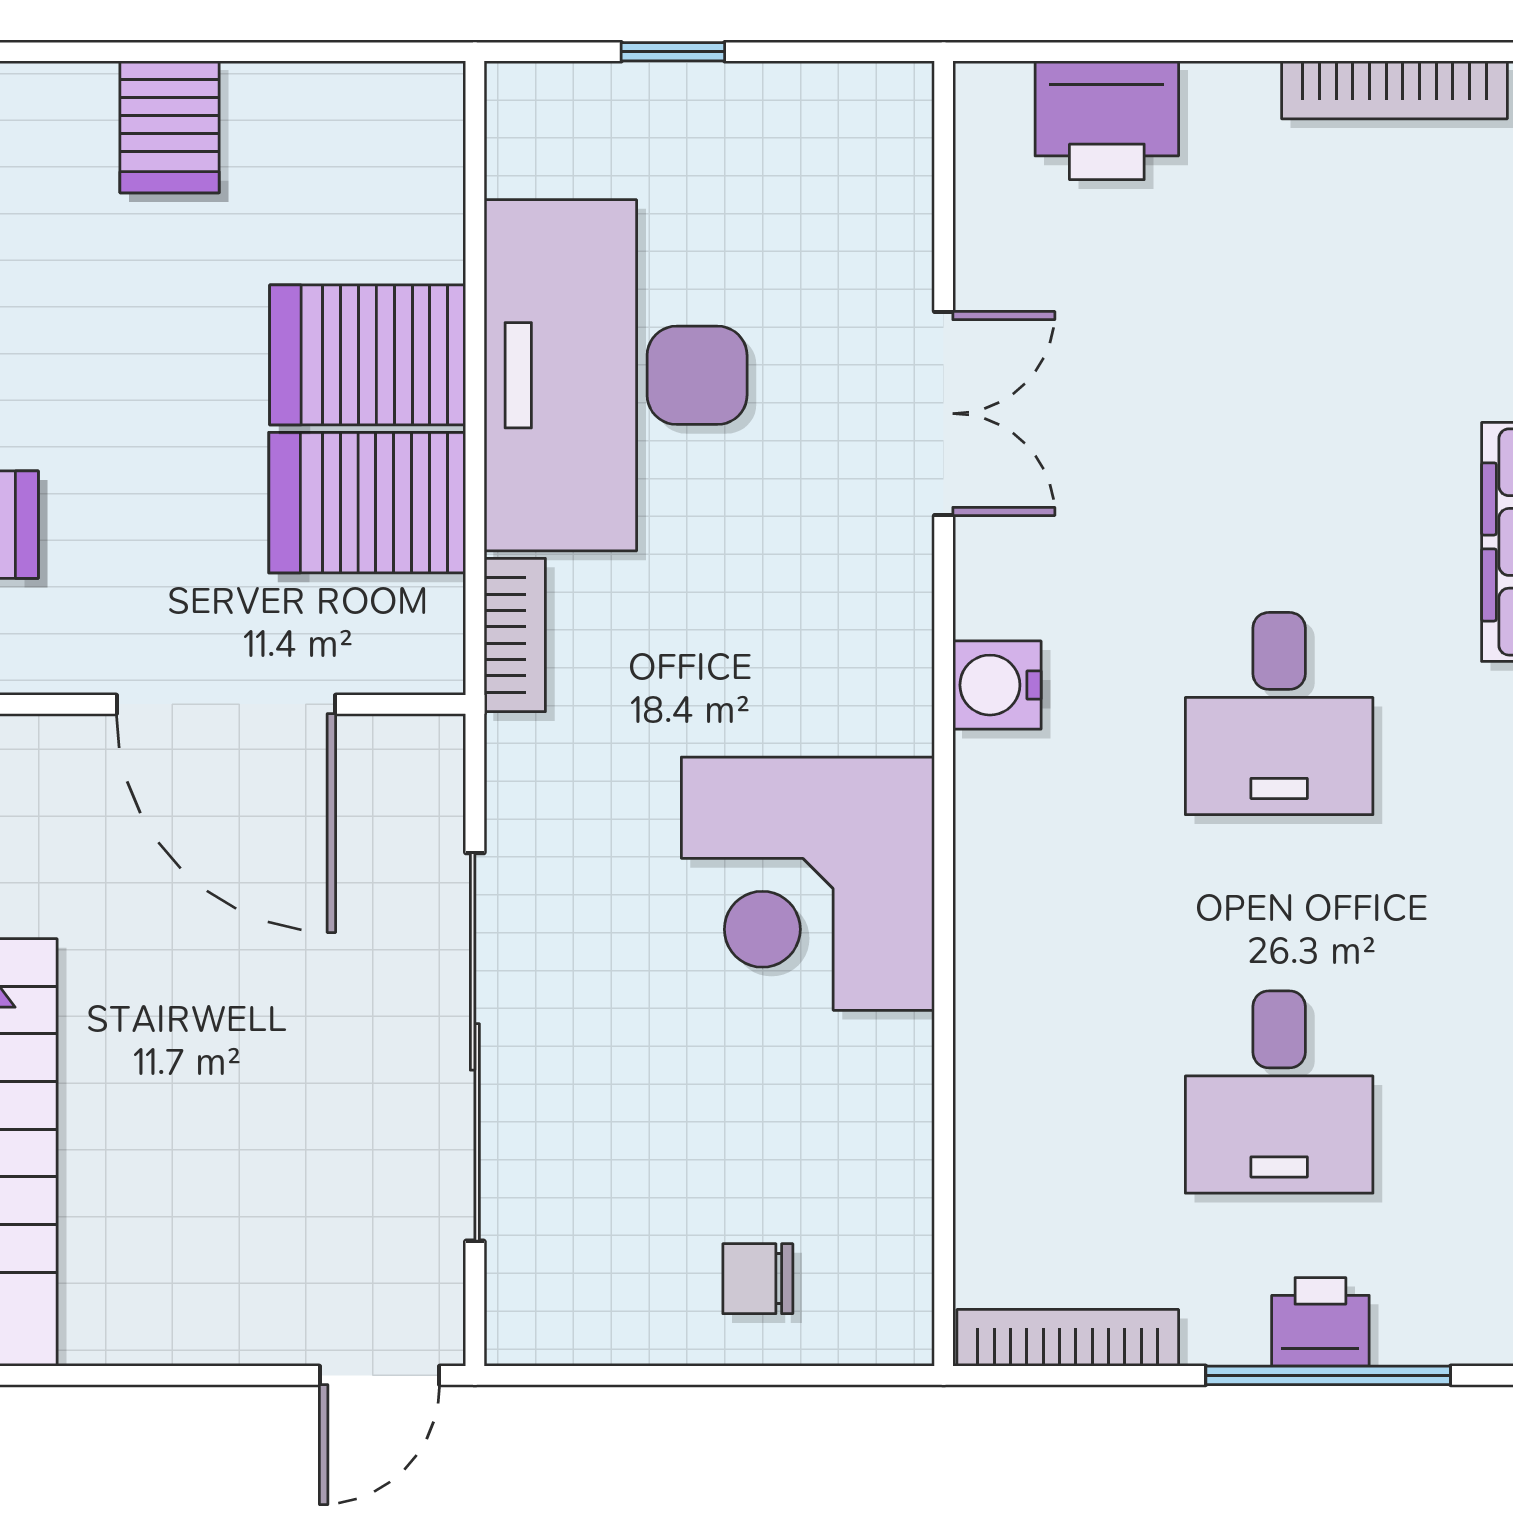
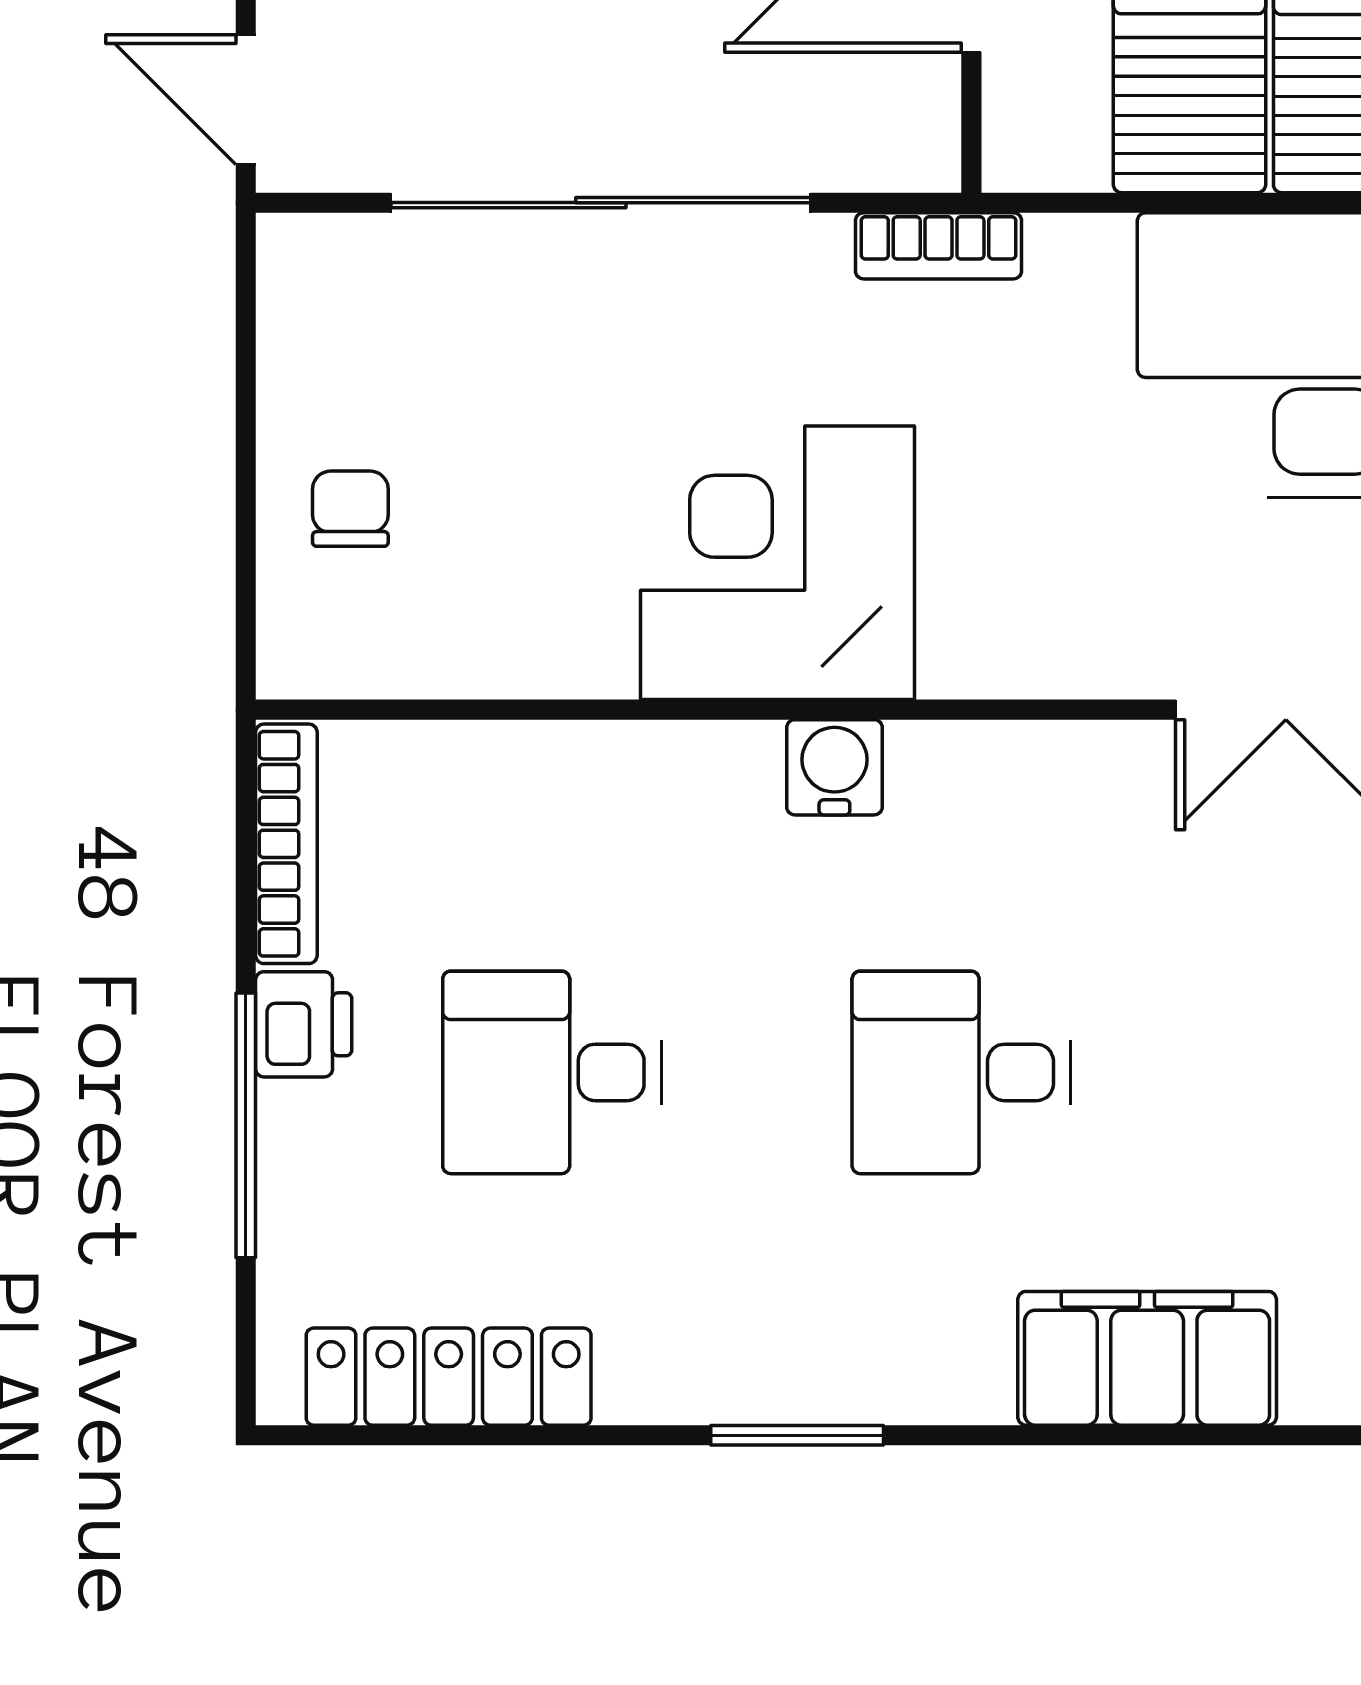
bookcase: (515, 635) -> (939, 246), moved
water cooler: (997, 685) -> (834, 767), moved
printer: (1320, 1322) -> (304, 1024), moved

